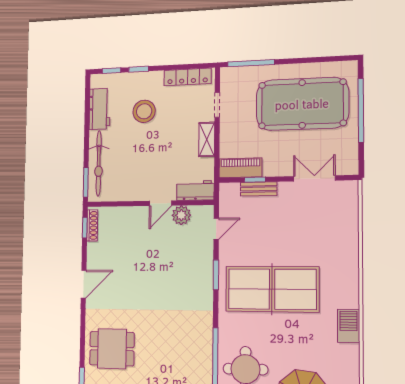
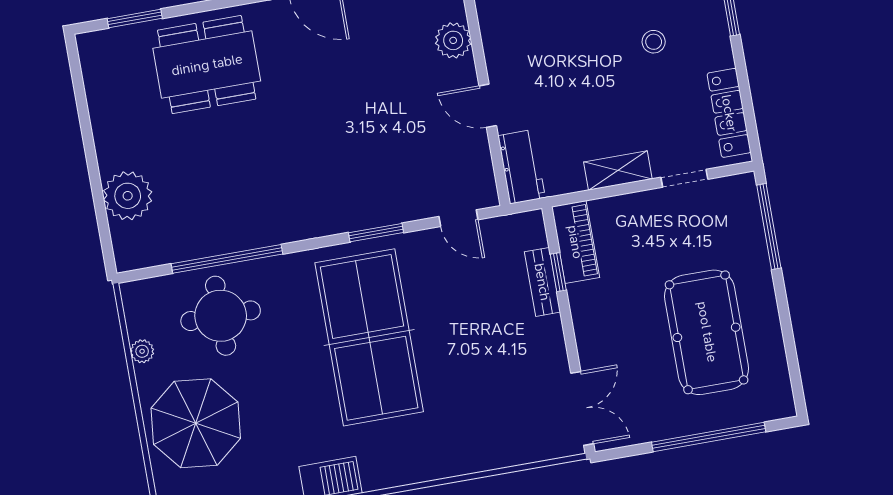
pool table: (302, 104) -> (707, 332), width x0.73, depth x0.76
stool: (144, 111) -> (654, 42), width x0.53, depth x0.53
double door: (314, 178) -> (582, 408), moved
plant: (181, 215) -> (453, 40), moved
dining table: (112, 349) -> (207, 65), width x1.38

